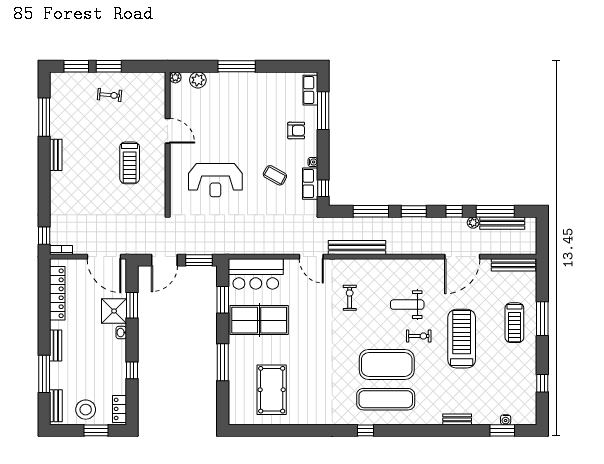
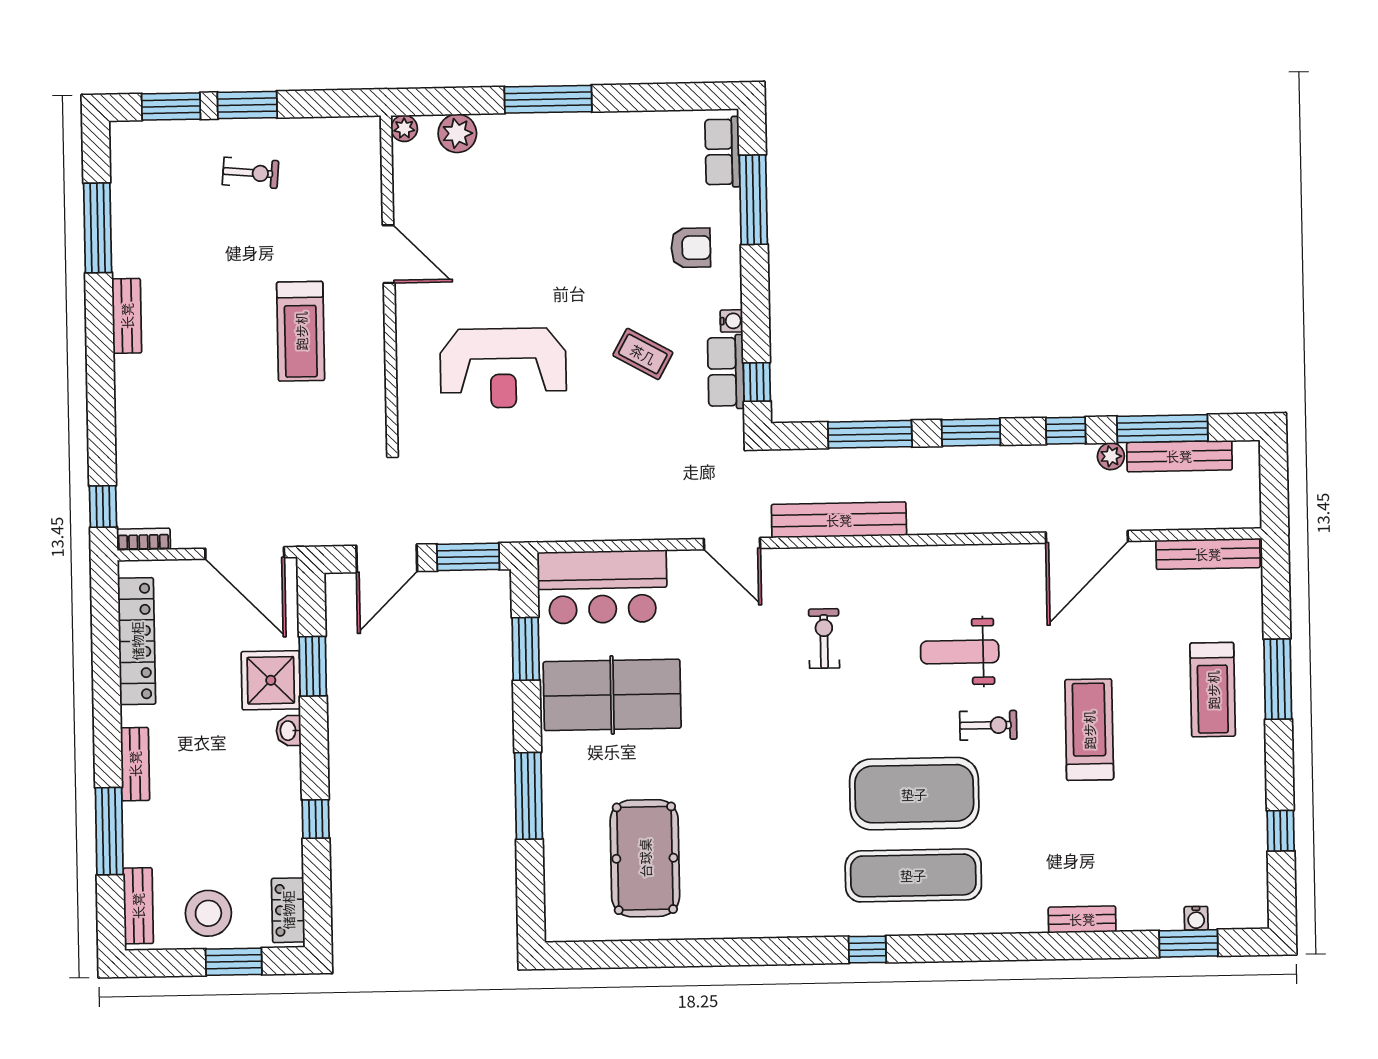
treadmill: (462, 339) -> (1089, 730), width x0.73, depth x0.73

